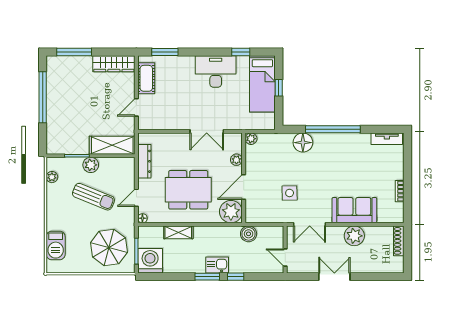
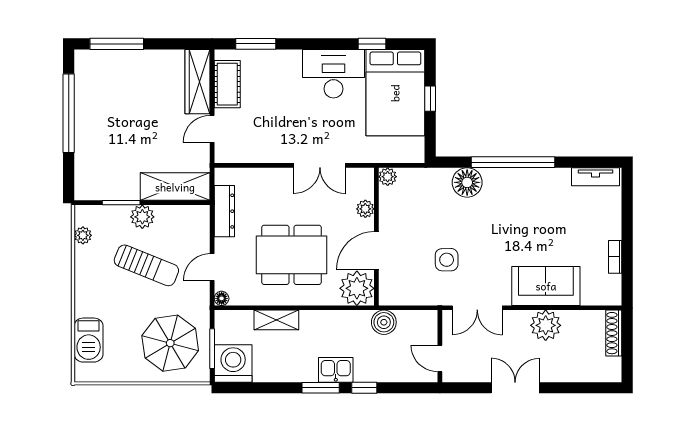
wardrobe: (114, 64) -> (197, 82), moved, turned 90
bed: (262, 84) -> (395, 93), width x1.50

